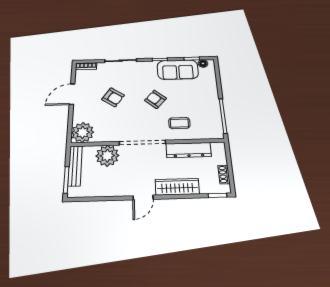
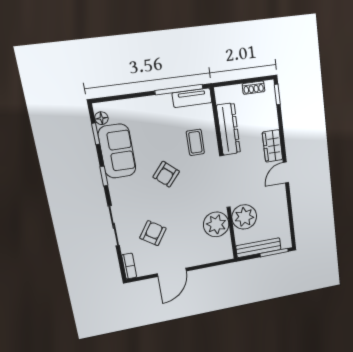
door: (72, 94) -> (172, 272), hinge flipped
armchair: (113, 97) -> (153, 233), moved
tv unit: (216, 125) -> (192, 98), added
plant: (83, 132) -> (216, 224), moved
wardrobe: (177, 187) -> (272, 146), width x0.67
door: (143, 198) -> (286, 173), swing flipped

